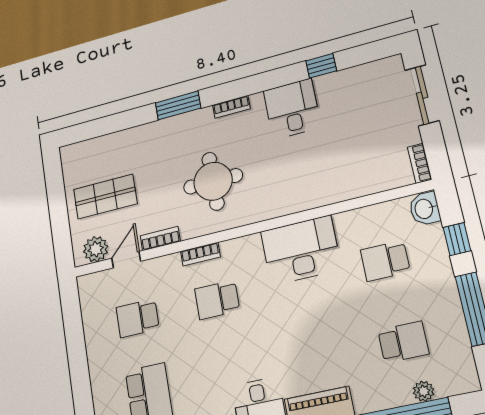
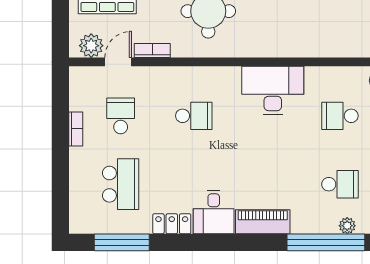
bookcase: (200, 254) -> (76, 129), moved, turned -90
school desk: (217, 300) -> (194, 116), turned 180
school desk: (138, 318) -> (121, 116), turned 90

